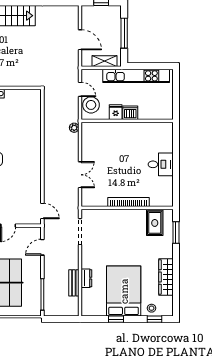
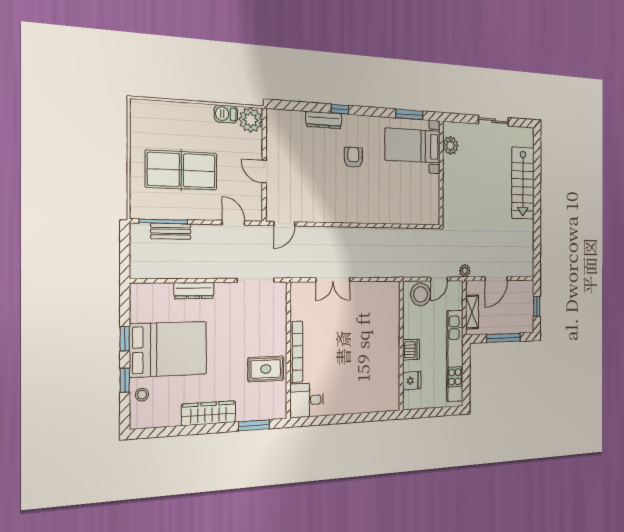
fridge: (116, 112) -> (412, 381), moved
plant: (74, 128) -> (465, 271), moved
desk: (161, 164) -> (307, 400), moved, turned 90
rug: (155, 223) -> (266, 369), moved
wardrobe: (166, 277) -> (209, 413), moved
dresser: (86, 278) -> (194, 291), width x1.44
bench: (74, 283) -> (171, 231), moved
window: (154, 319) -> (125, 380), moved

